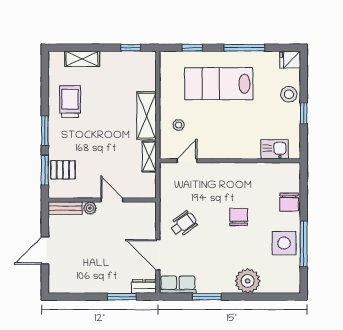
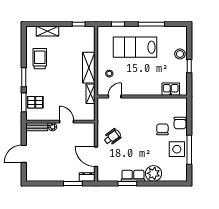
fridge: (290, 60) -> (181, 32), removed
chair: (239, 217) -> (162, 129), moved
row of seats: (178, 285) -> (133, 176), moved

